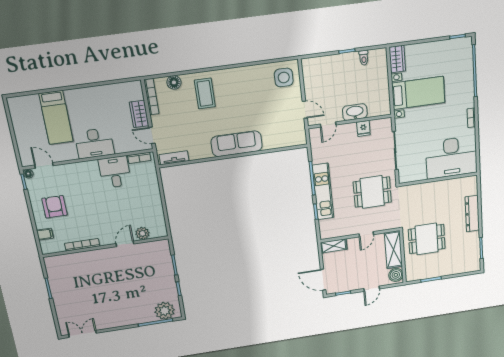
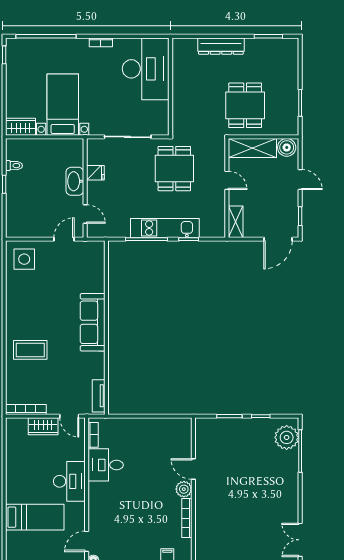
floor lamp: (174, 82) -> (13, 382), removed
door: (152, 135) -> (69, 416), hinge flipped
armchair: (54, 207) -> (136, 540), removed
plant: (142, 233) -> (184, 489), moved

